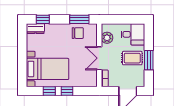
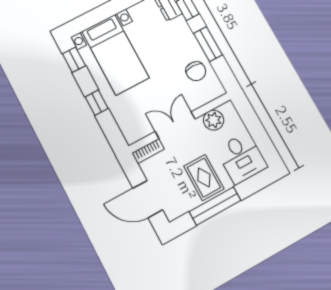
window: (79, 19) -> (208, 44), moved
window: (149, 60) -> (215, 206), width x1.44
window: (49, 91) -> (74, 60), moved

